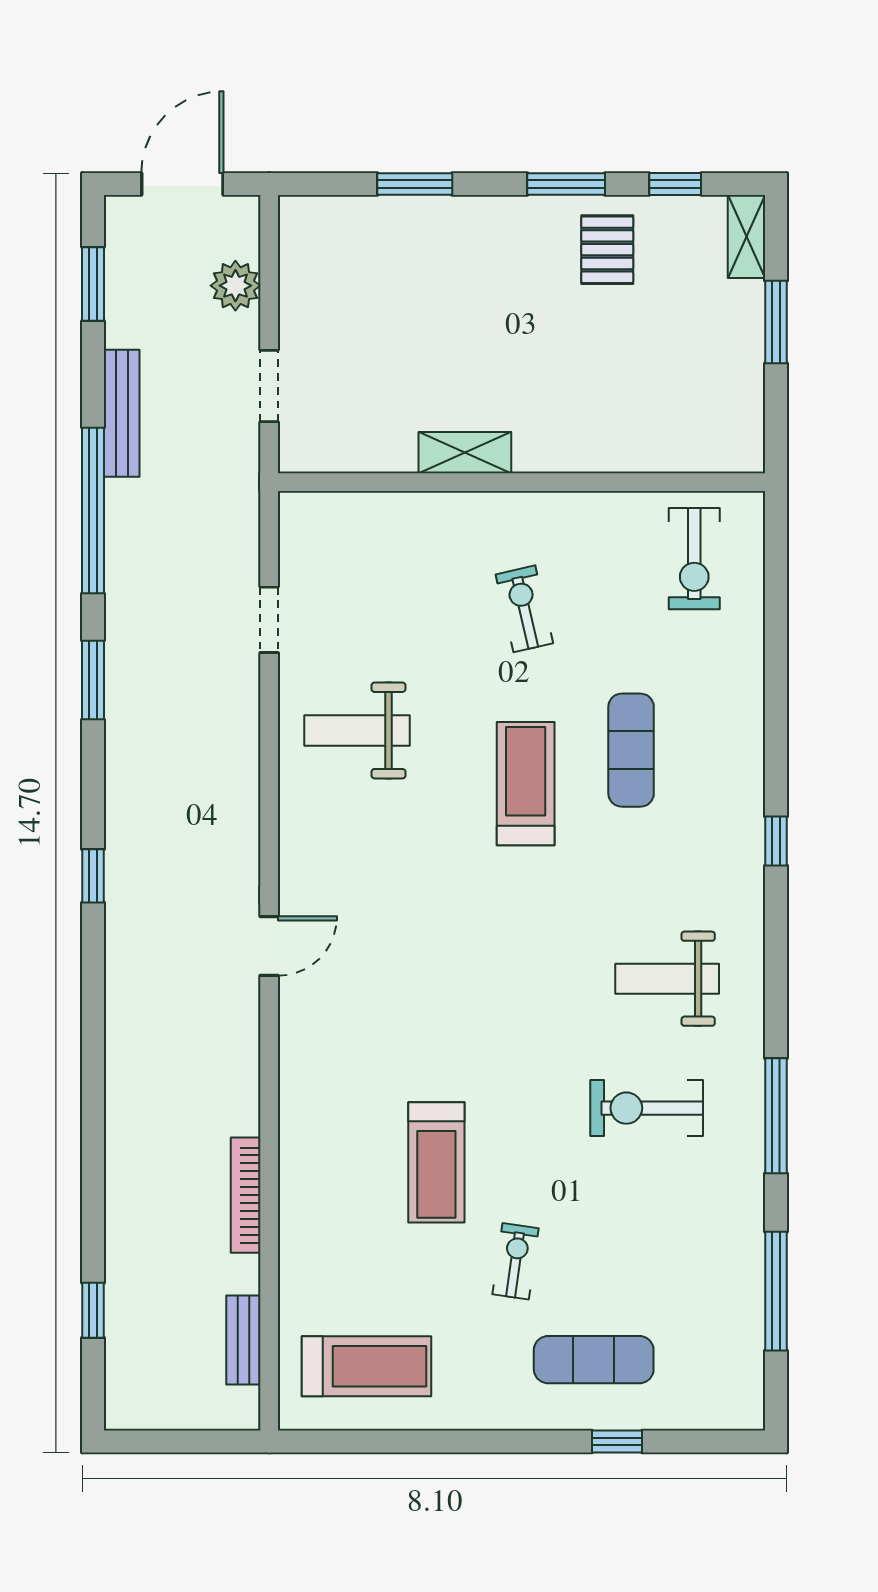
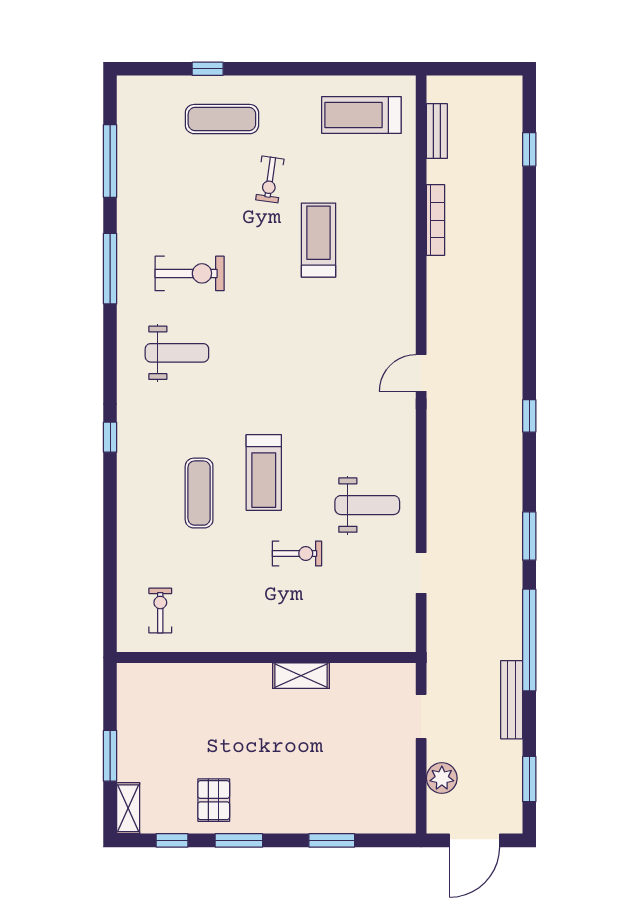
exercise bike: (694, 559) -> (160, 611), width x0.73, depth x0.72
exercise bike: (524, 609) -> (297, 554), moved, turned -77

